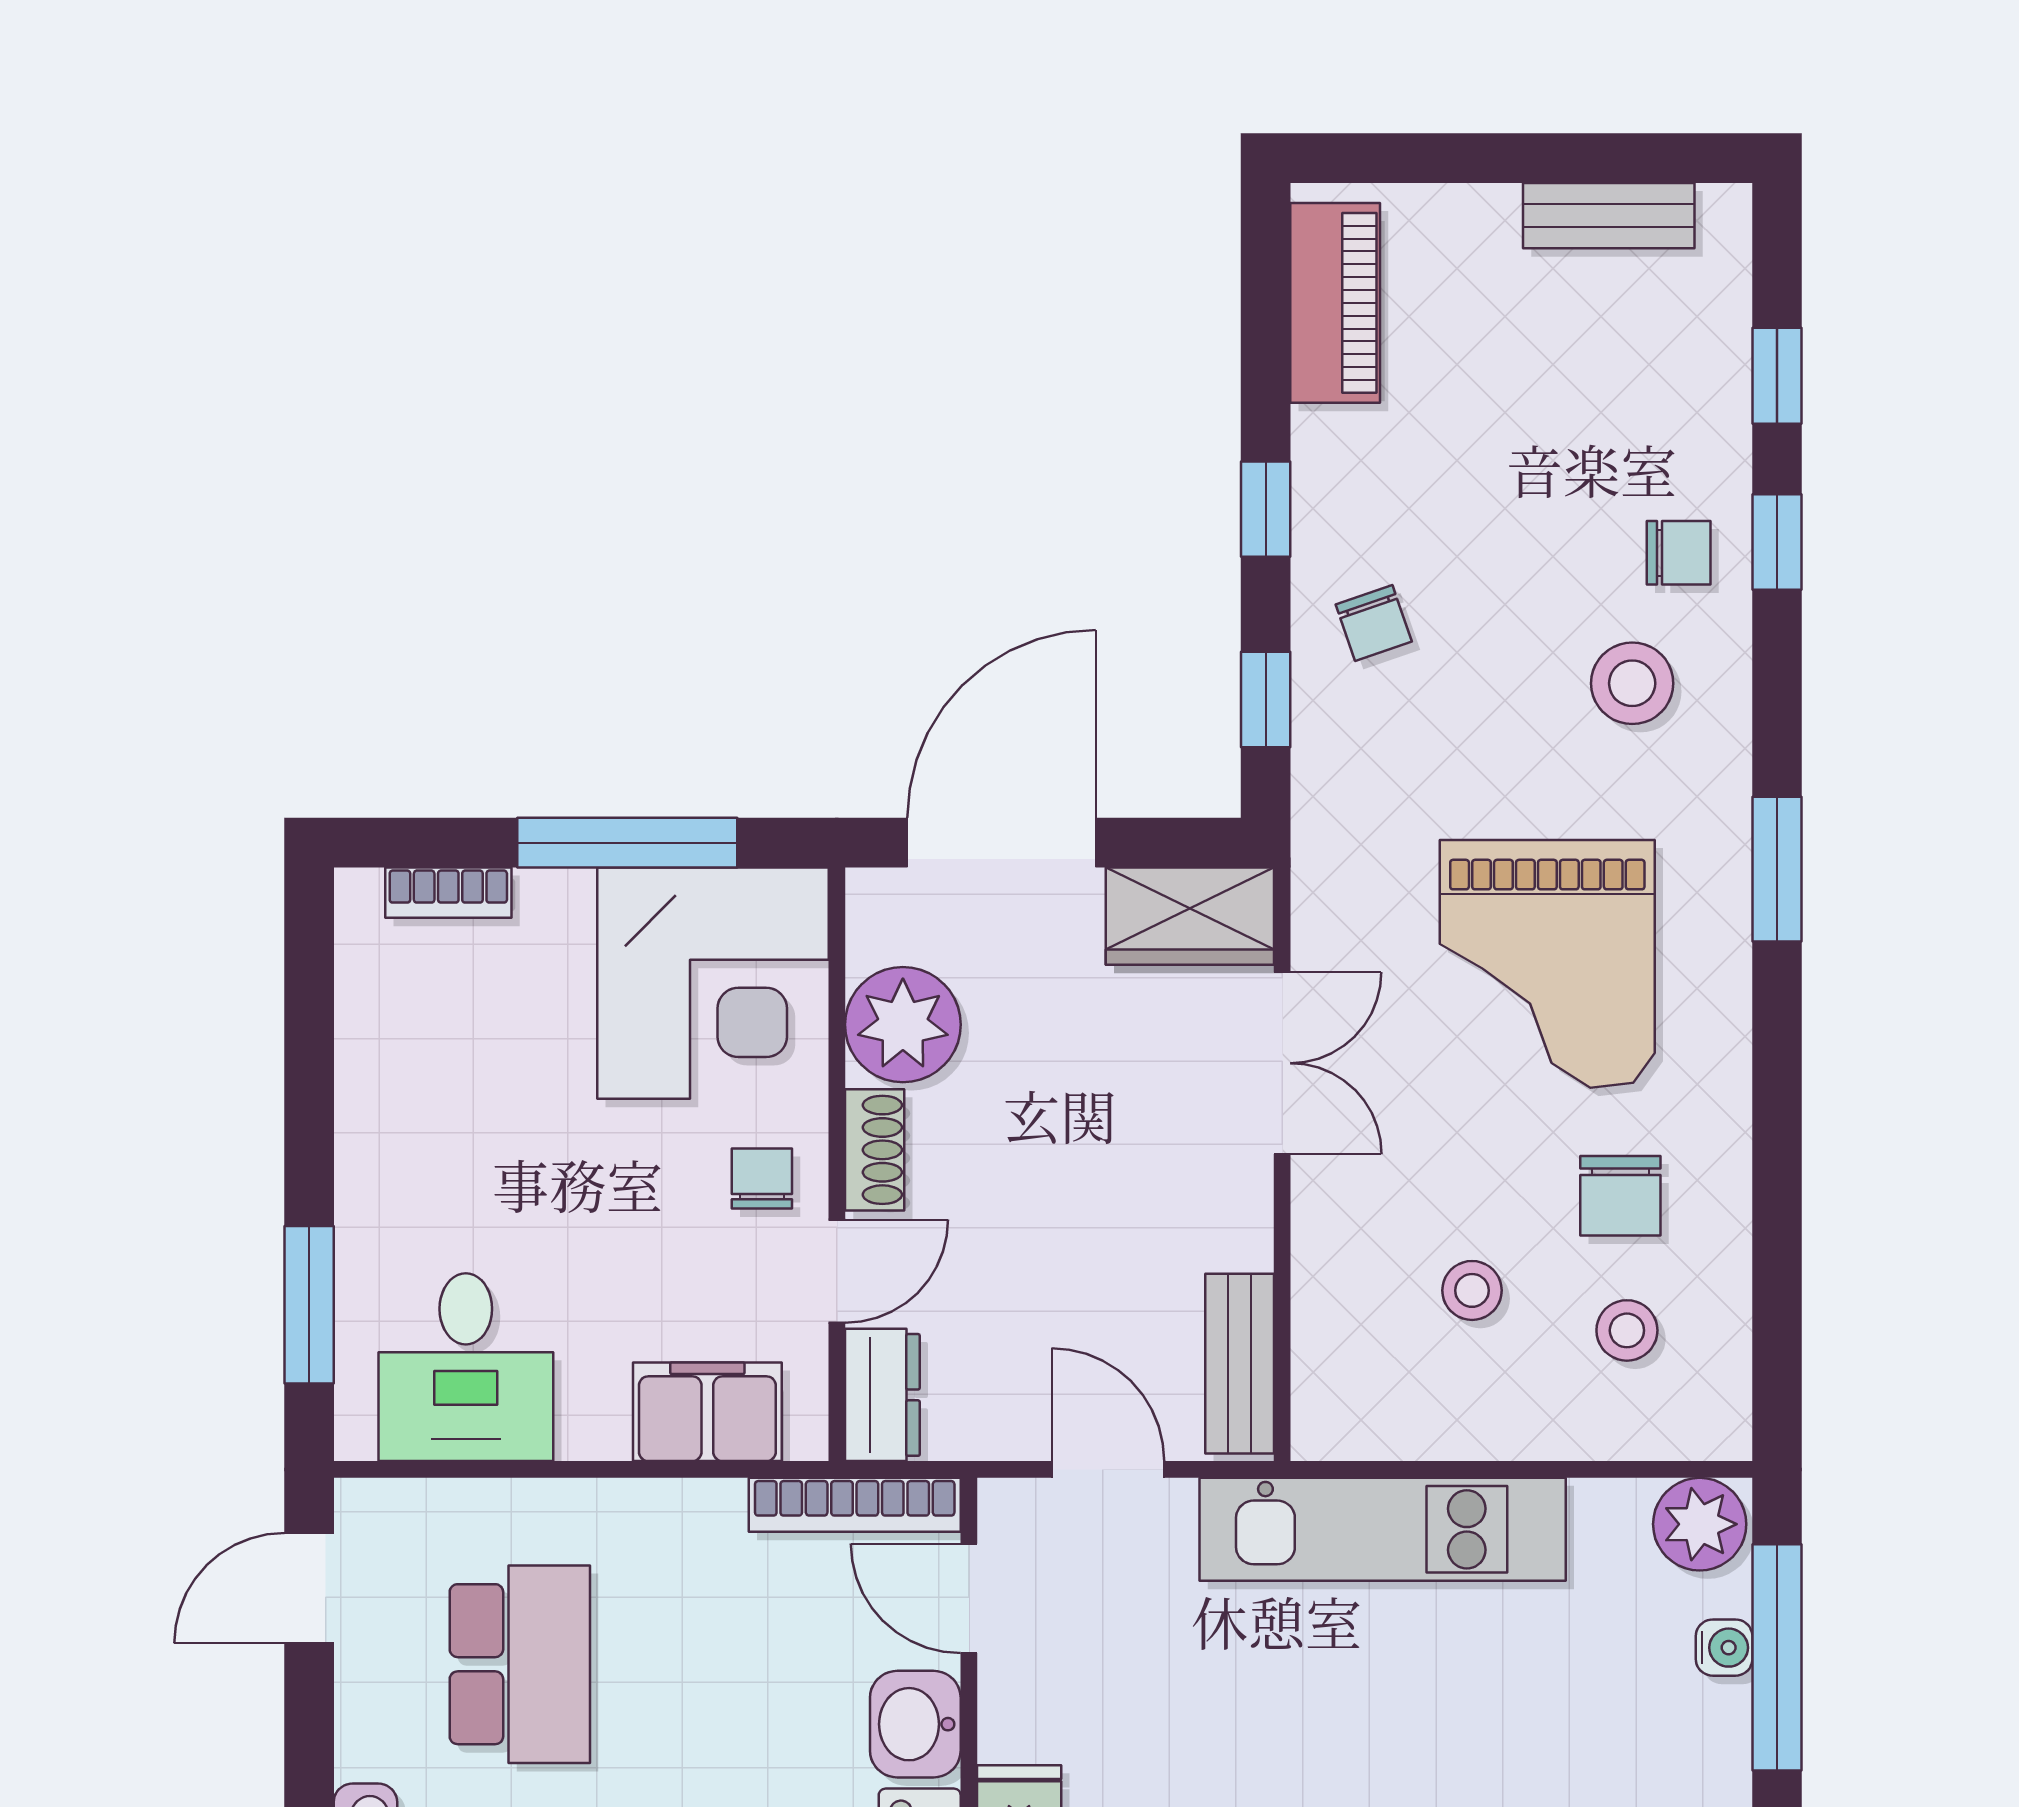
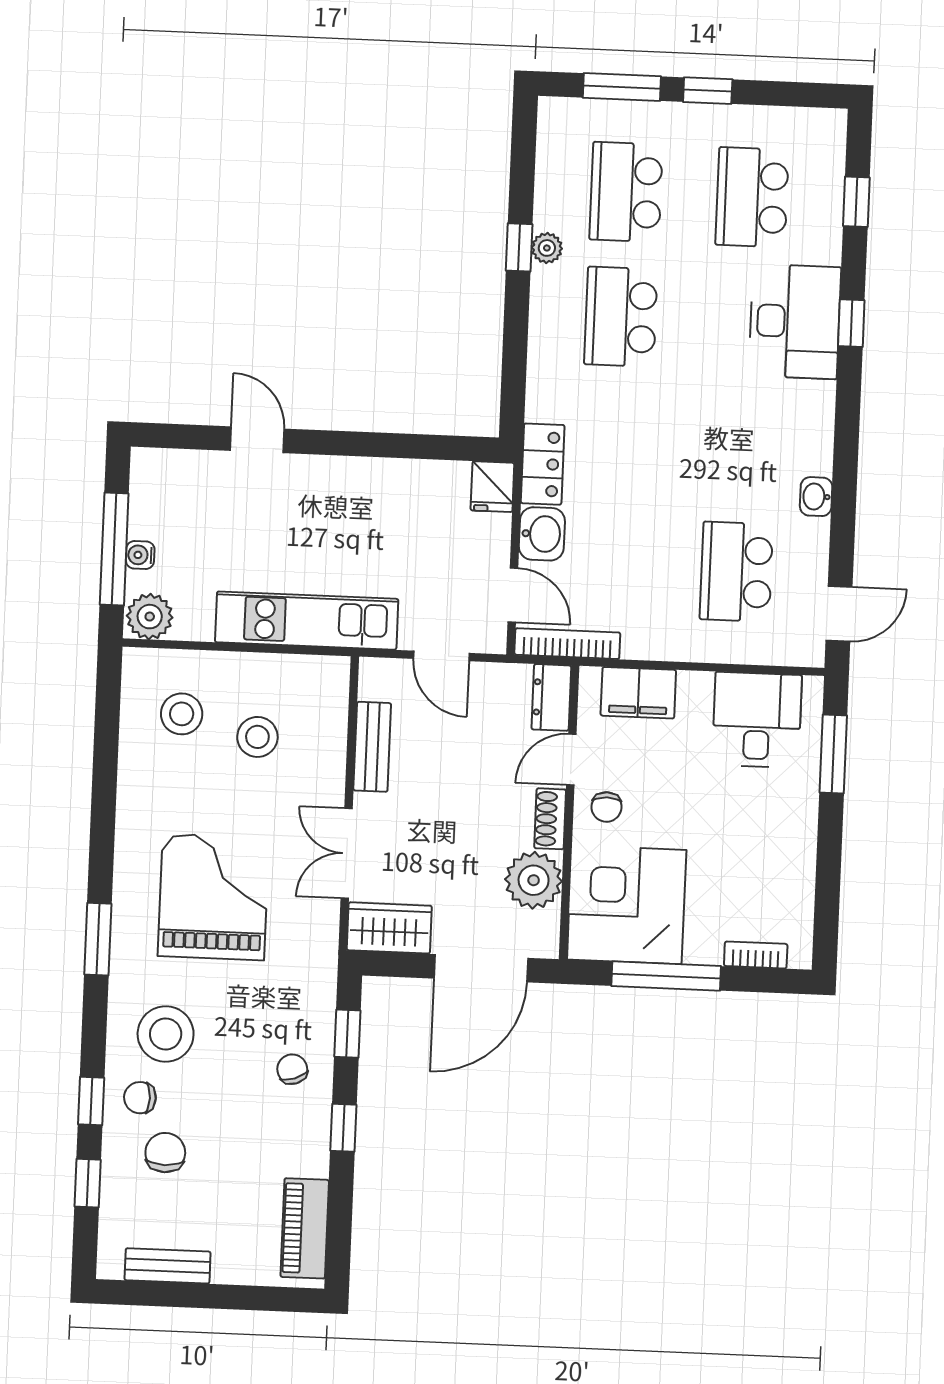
stool: (1632, 683) -> (166, 1034), width x1.38, depth x1.38
chair: (1620, 1196) -> (165, 1153), moved
stool: (1472, 1290) -> (257, 737), width x1.37, depth x1.37
stool: (1627, 1330) -> (182, 714), width x1.37, depth x1.37
bench: (1240, 1364) -> (372, 747), moved

